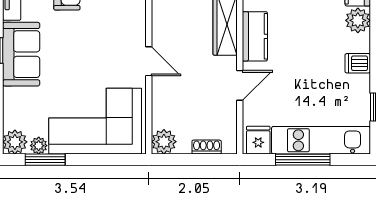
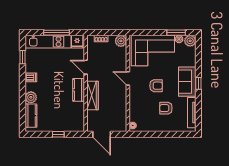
armchair: (88, 45) -> (156, 86), added
door: (240, 85) -> (86, 67), hinge flipped

